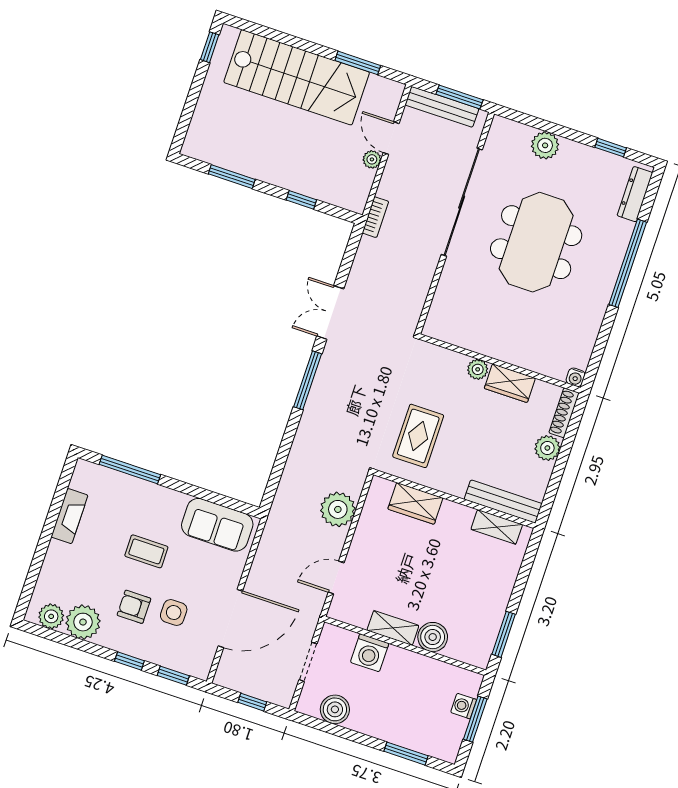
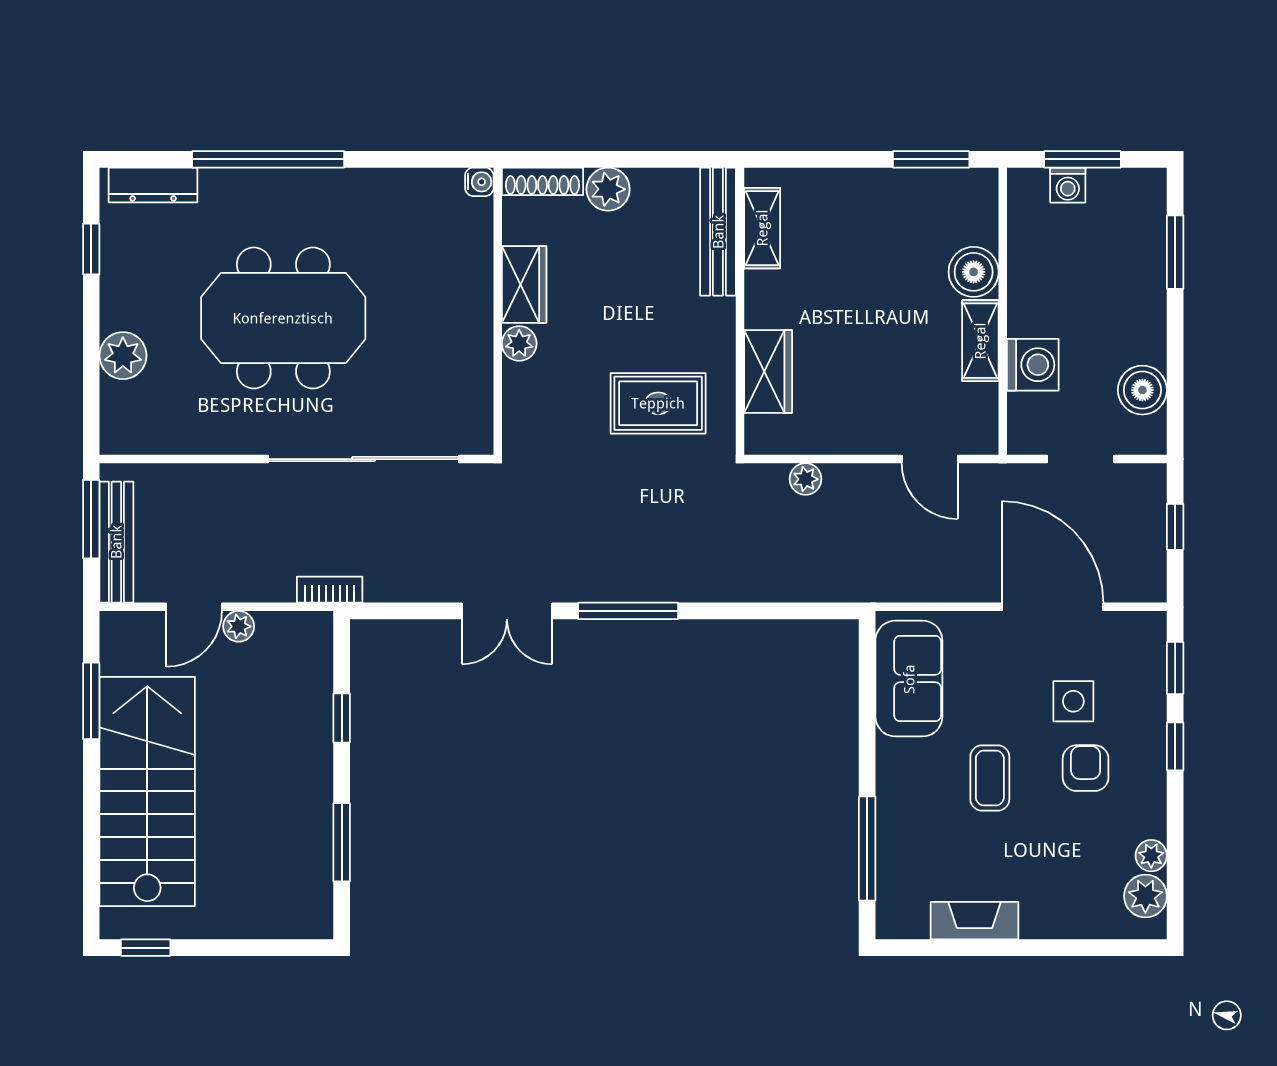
sliding door: (462, 202) -> (364, 459), moved
plant: (338, 509) -> (806, 479), width x0.53, depth x0.53
armchair: (134, 607) -> (1086, 768), turned 180
plant: (83, 622) -> (1151, 856), width x0.53, depth x0.53

